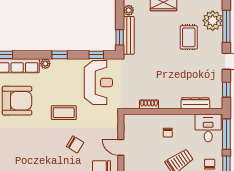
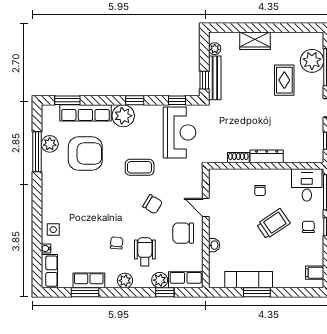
plant: (45, 64) -> (123, 116), width x1.87, depth x1.87
dresser: (195, 103) -> (267, 156), moved

